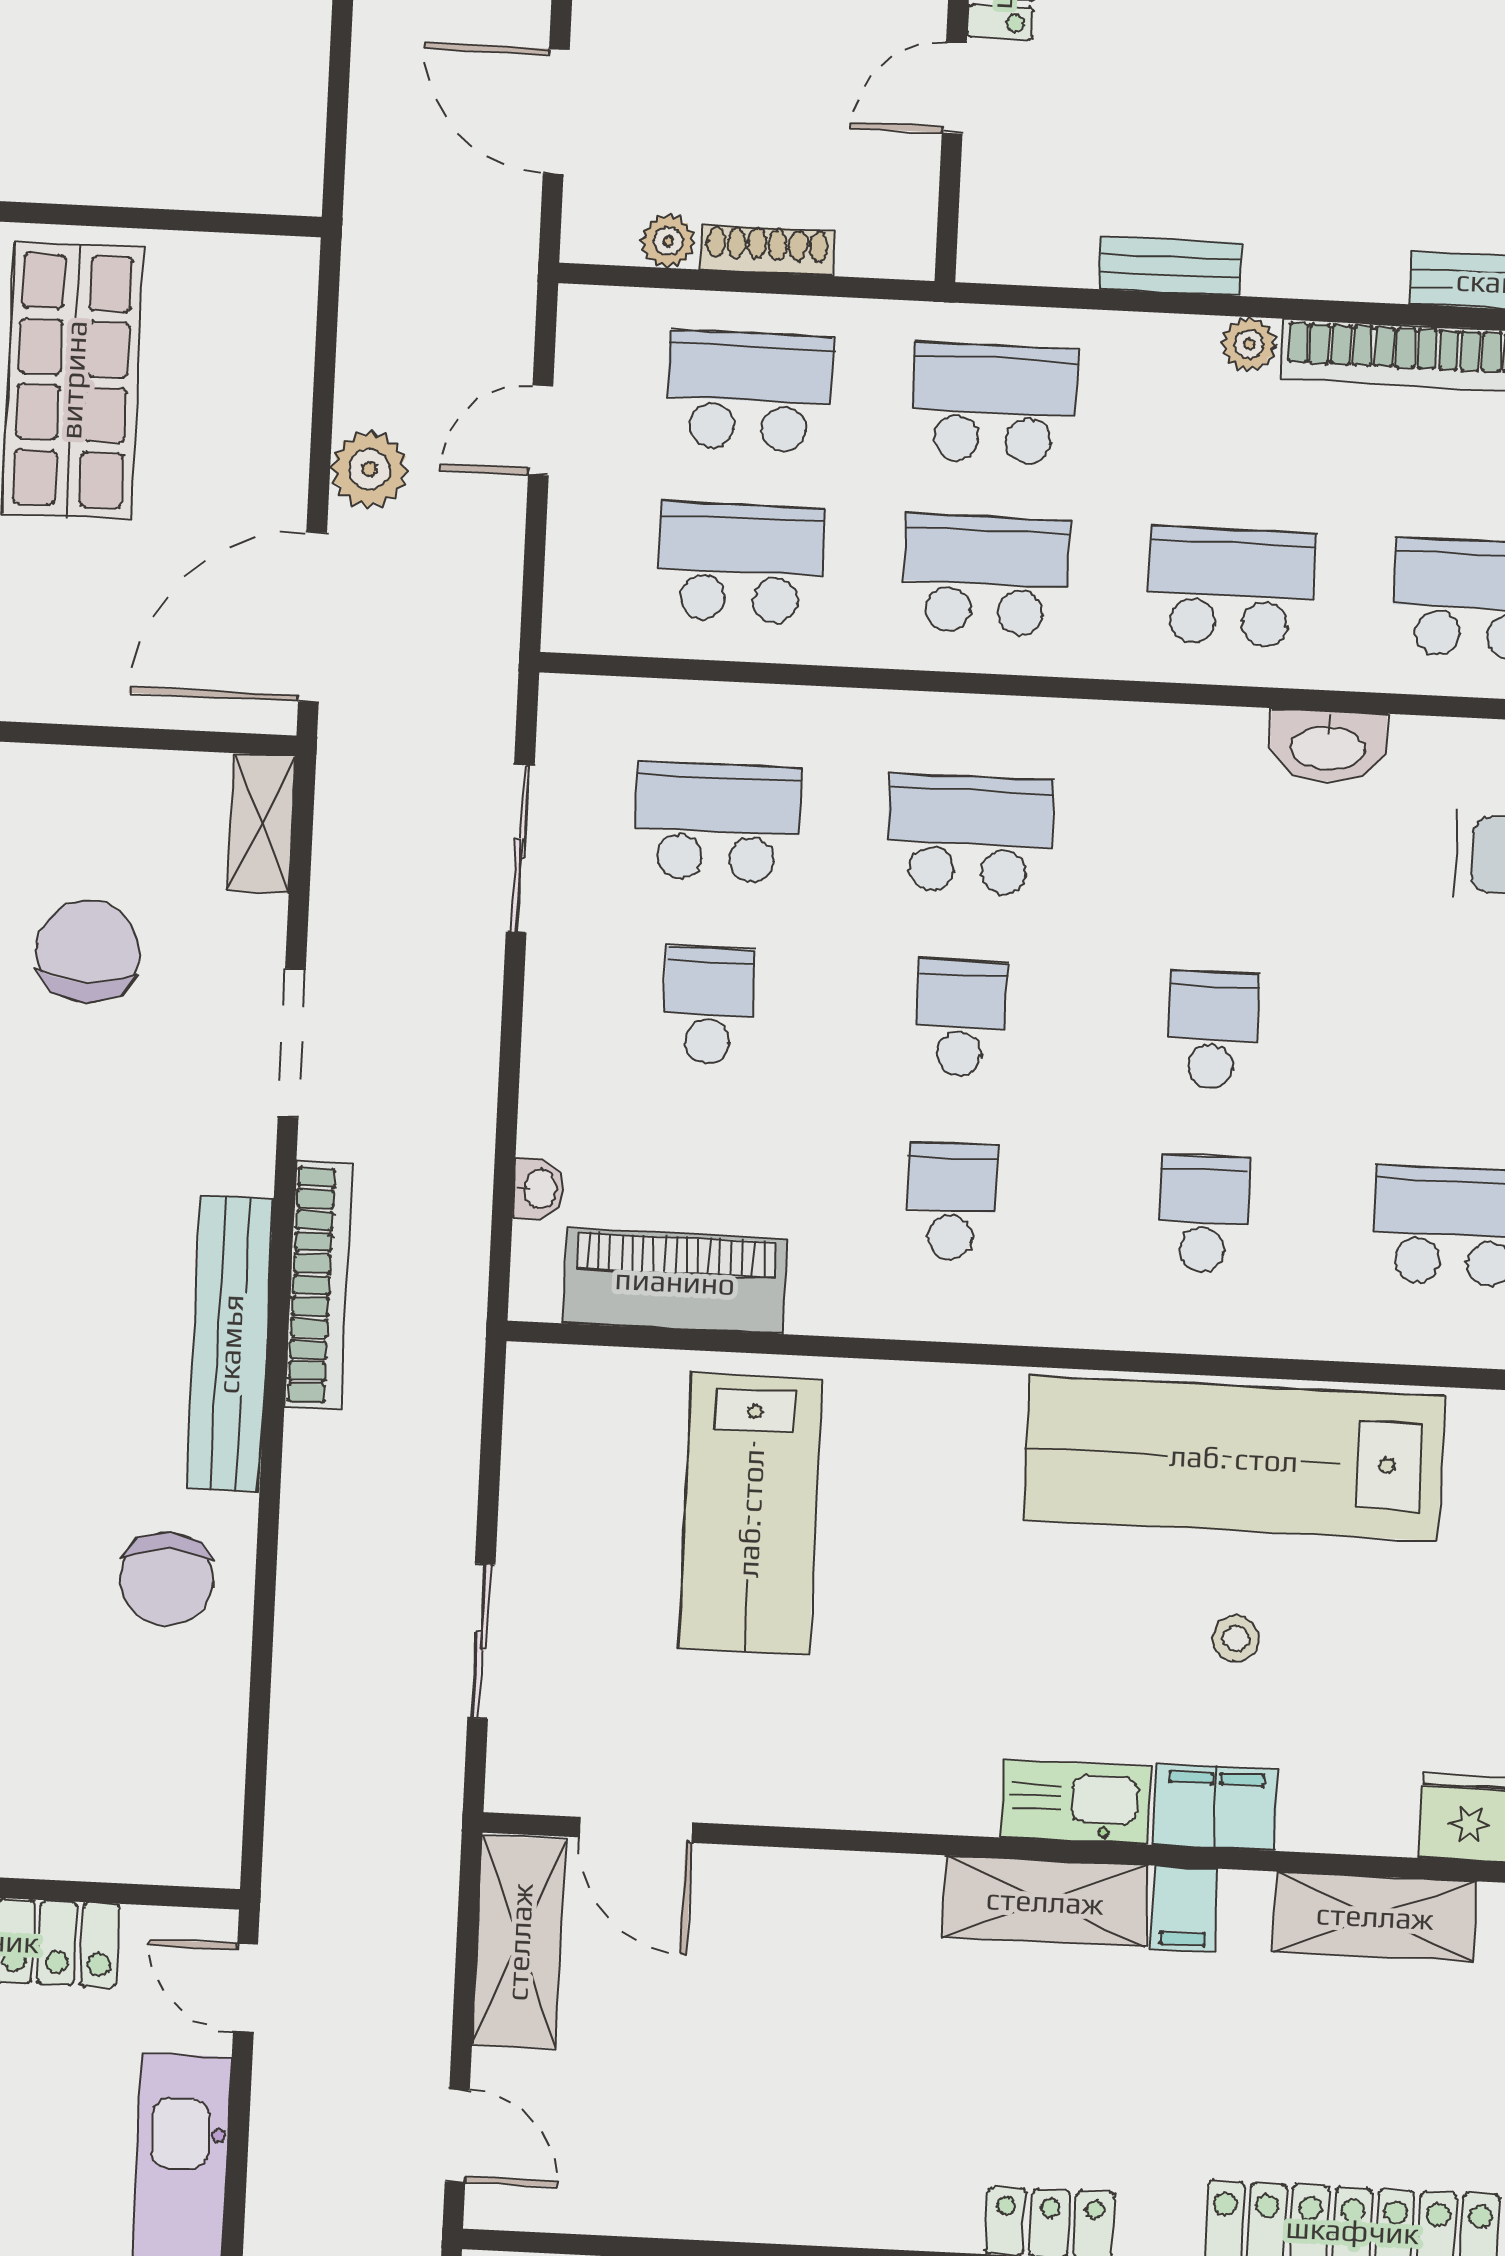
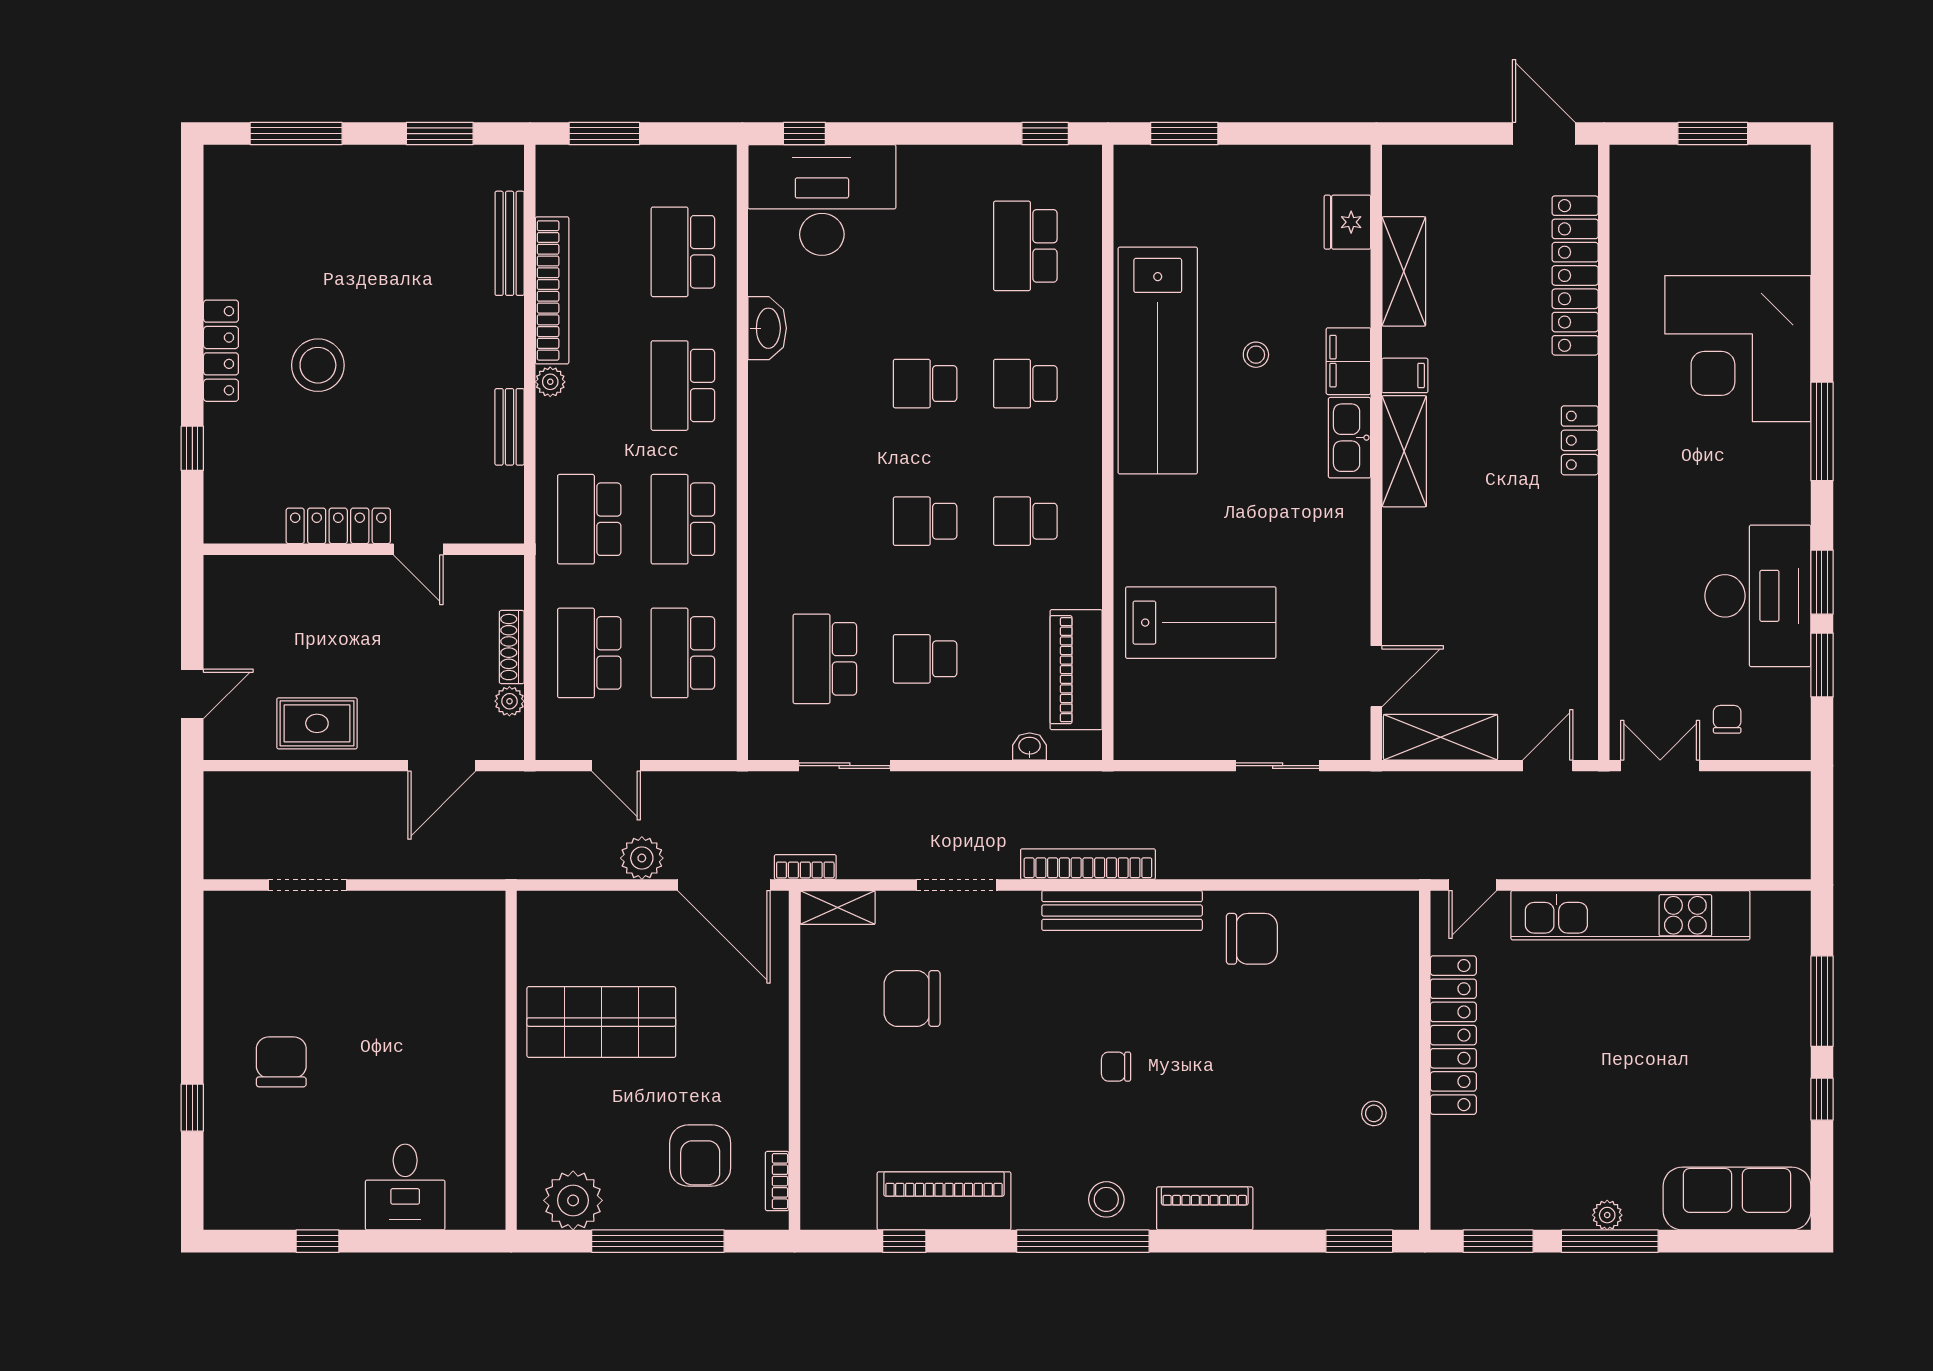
bookcase: (338, 768) -> (805, 867), added
school desk: (969, 834) -> (825, 521), removed

